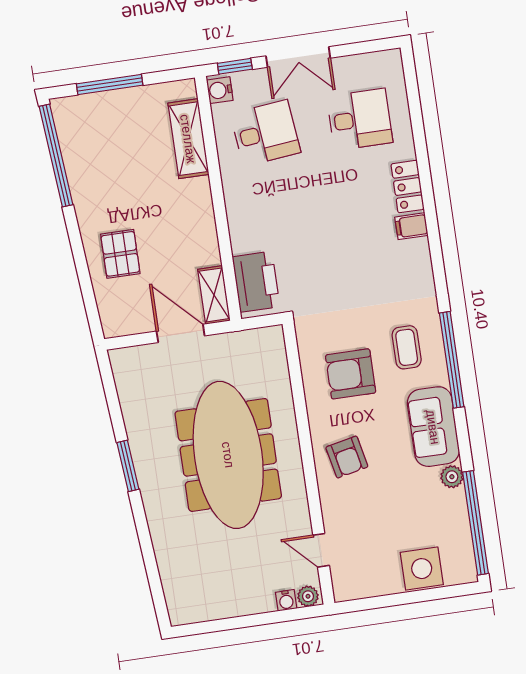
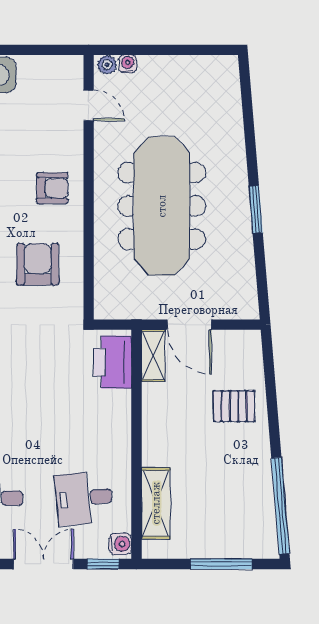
pallet: (120, 254) -> (234, 406), turned 90
armchair: (351, 374) -> (38, 264), turned -90
armchair: (347, 457) -> (52, 188), turned 102

